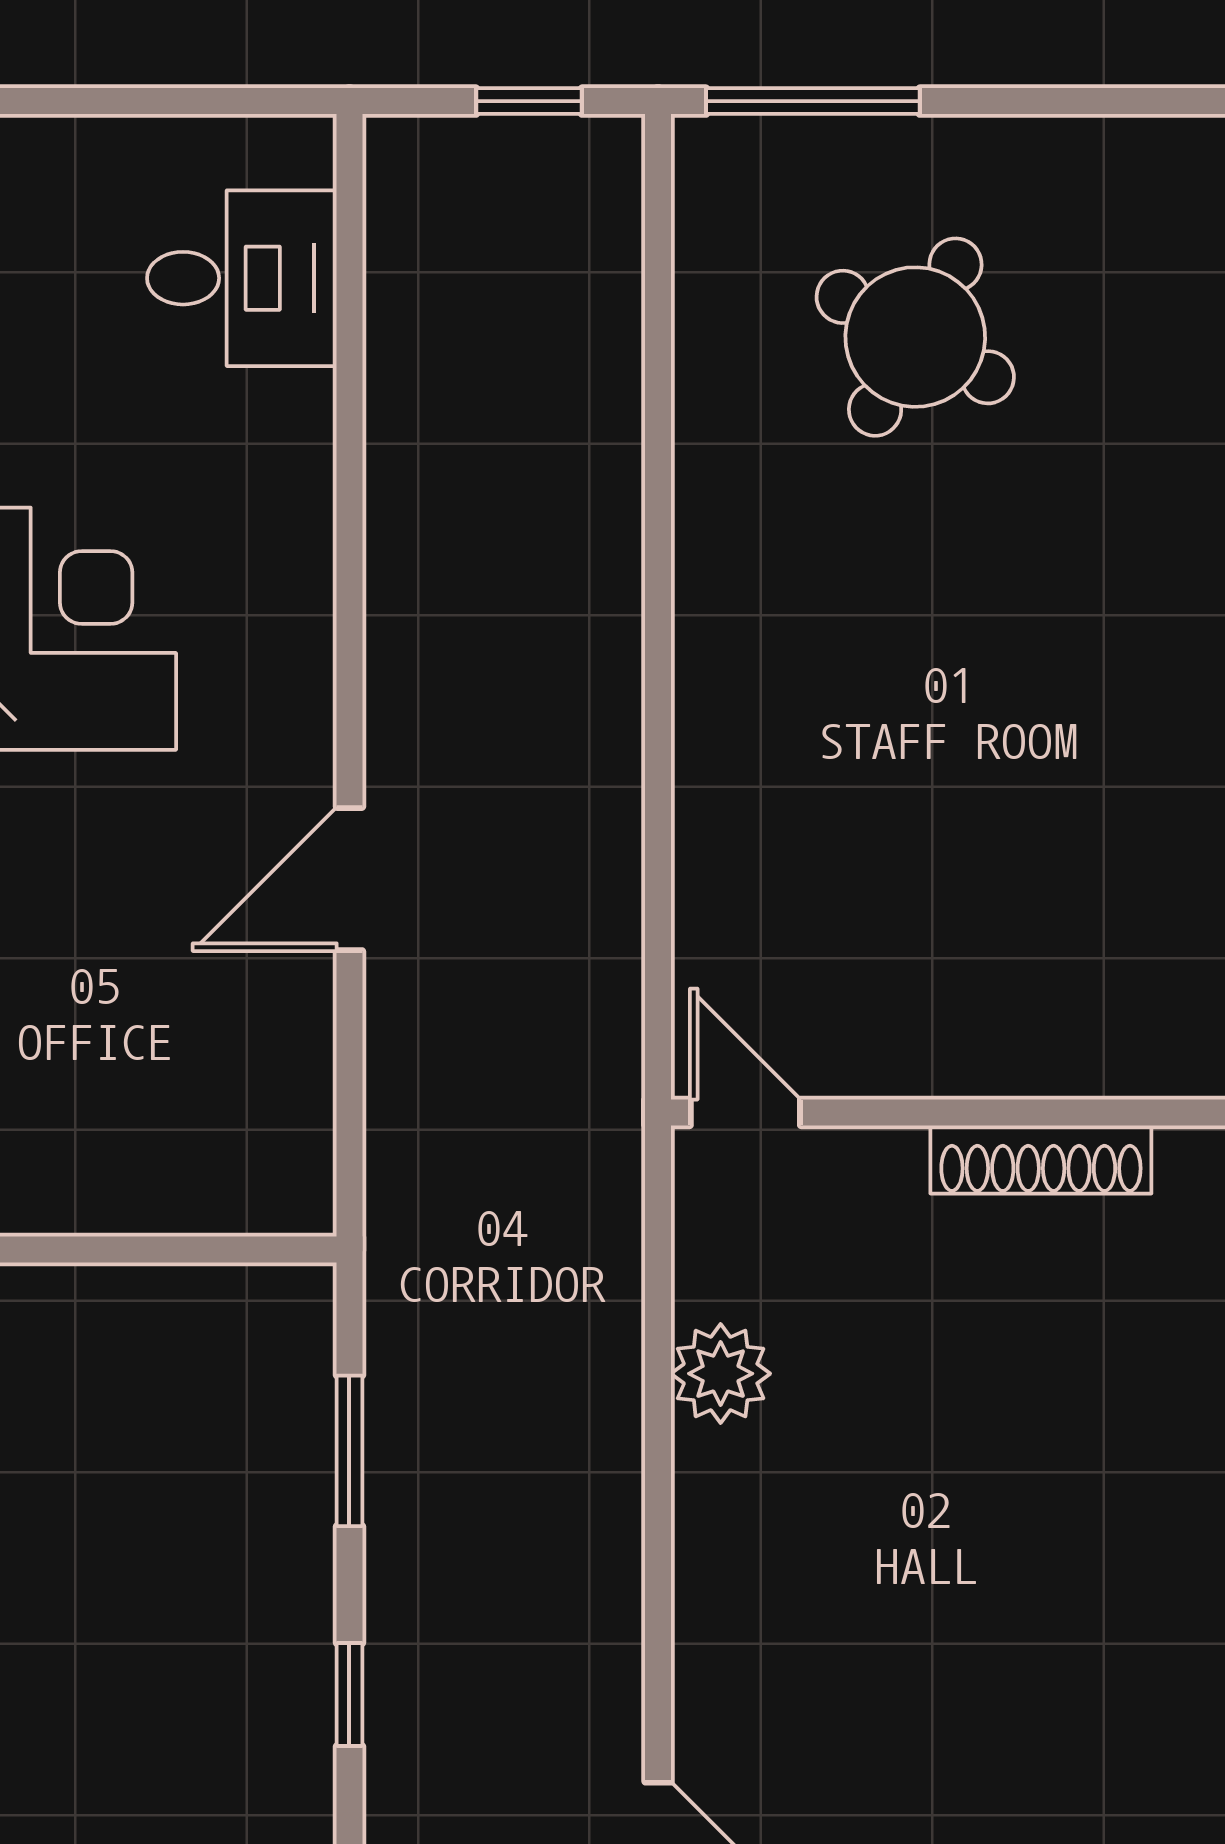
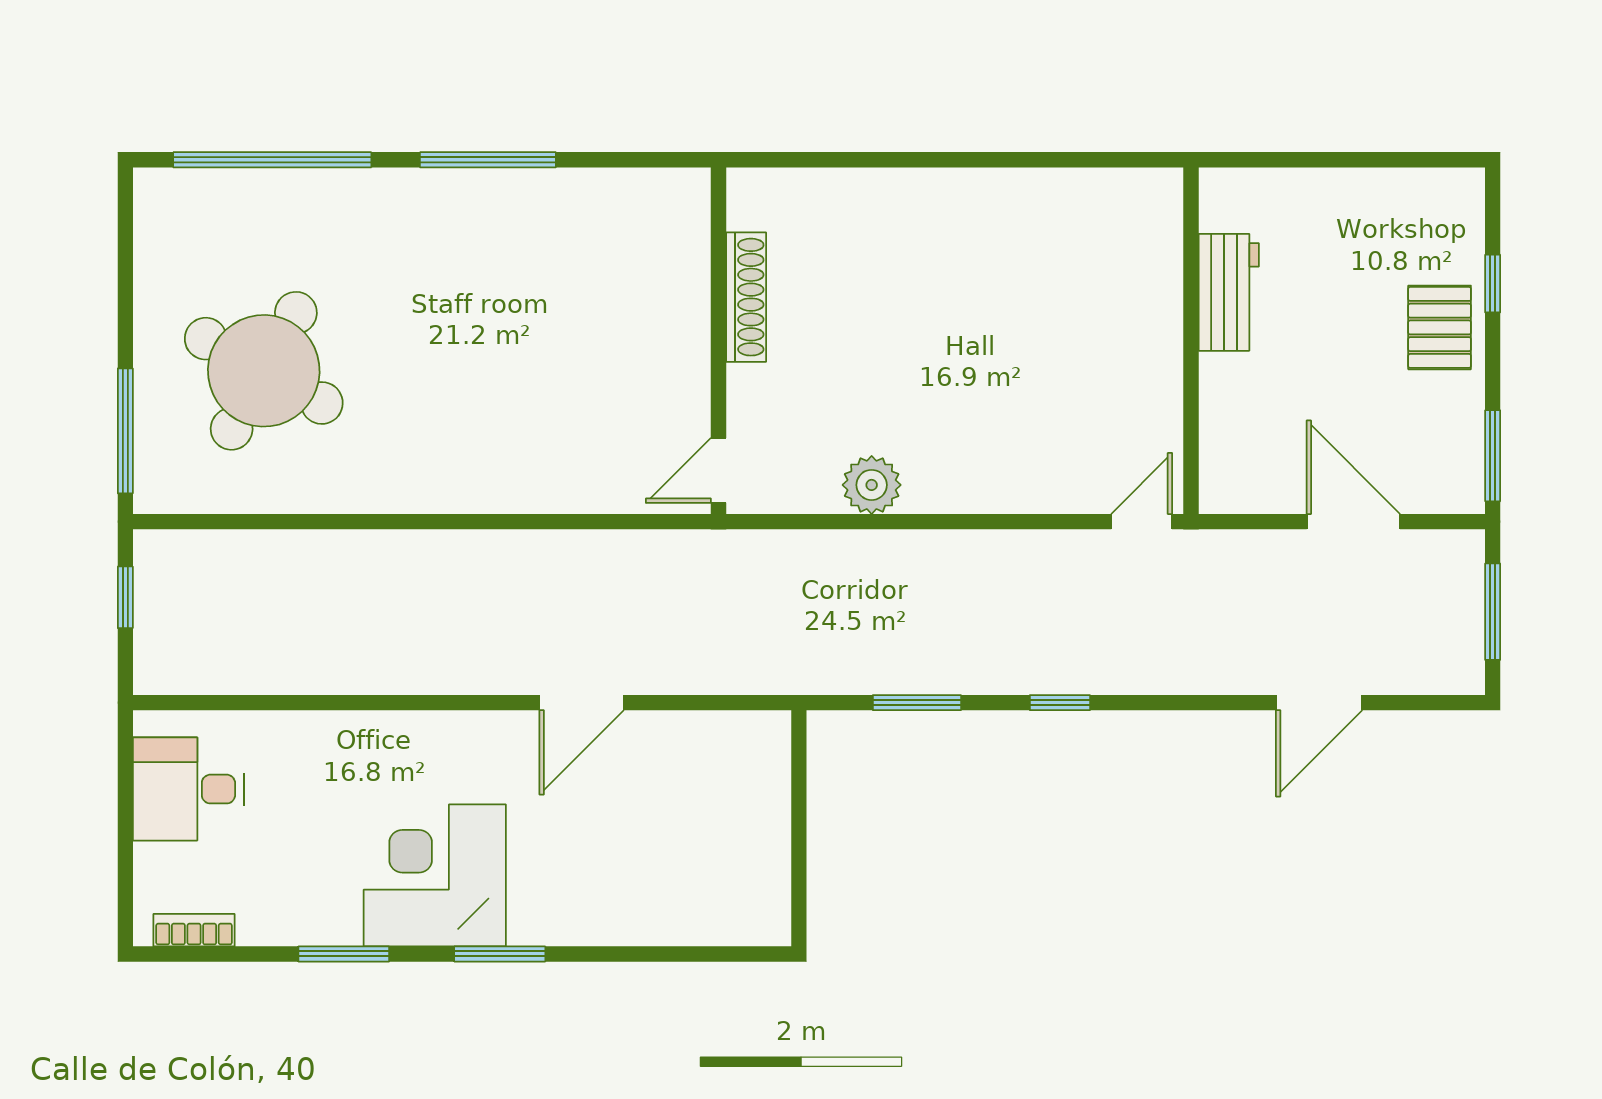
desk: (242, 278) -> (188, 789), moved, turned -90
round table: (915, 337) -> (264, 371), width x1.36, depth x1.36
door: (349, 879) -> (582, 703), hinge flipped

